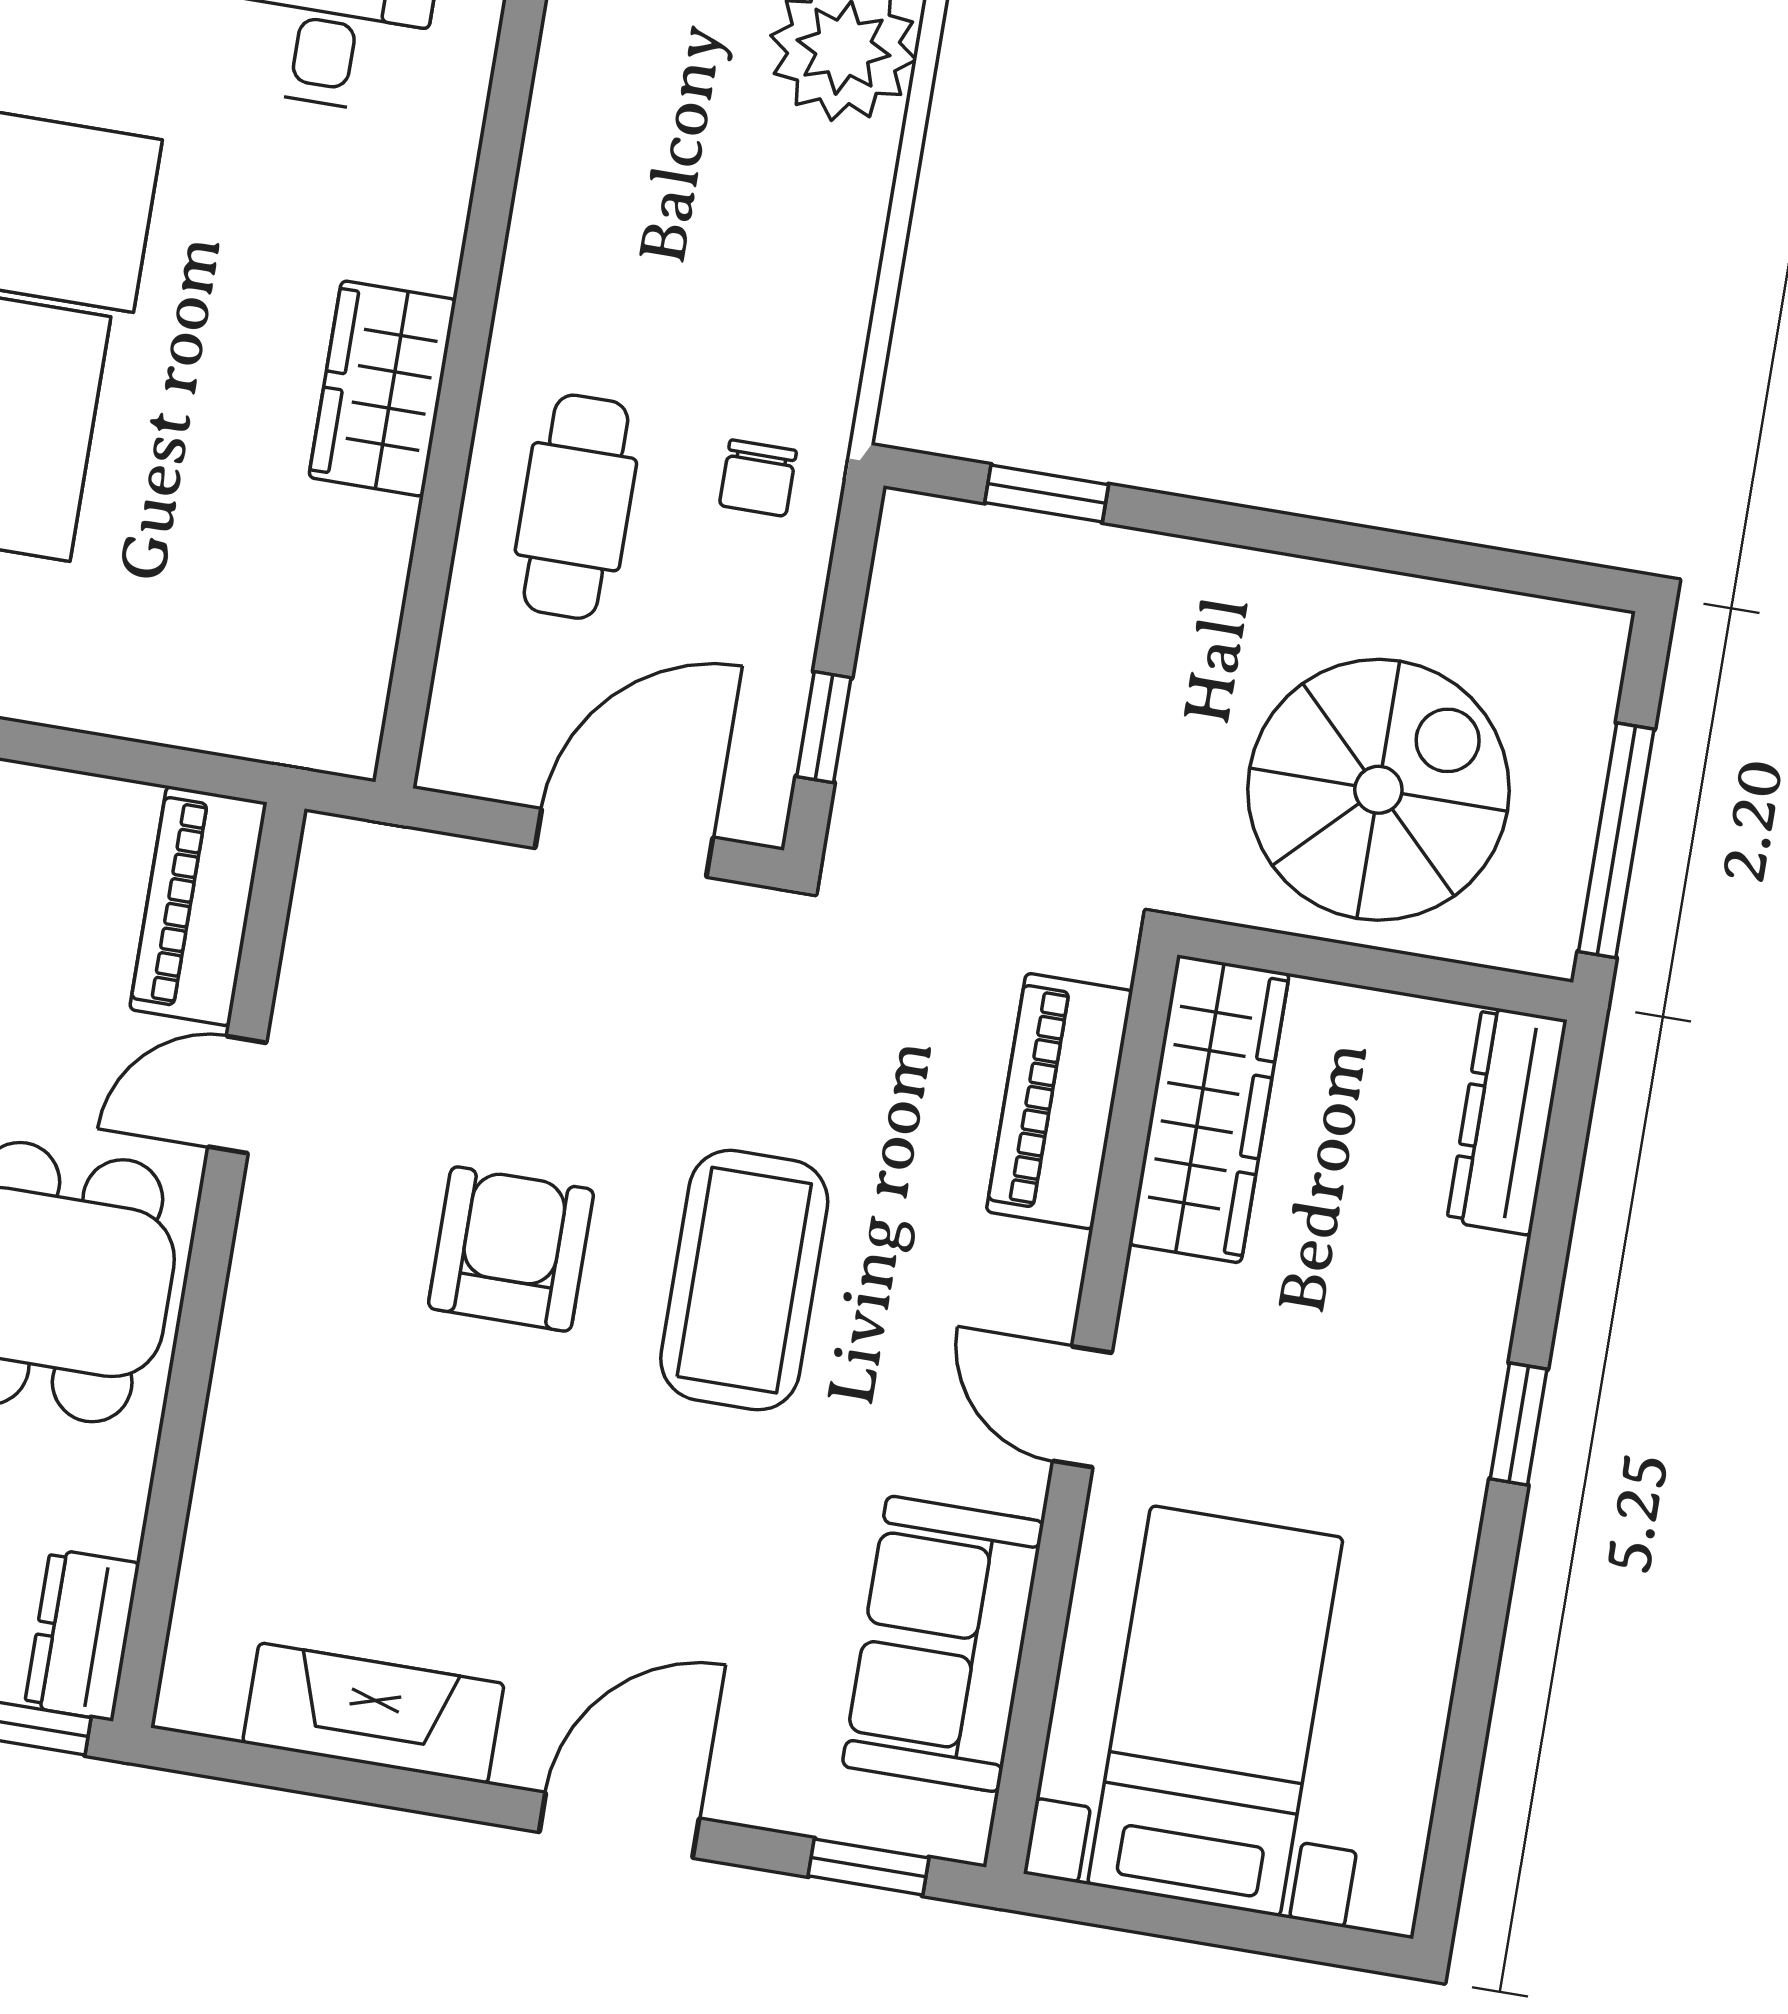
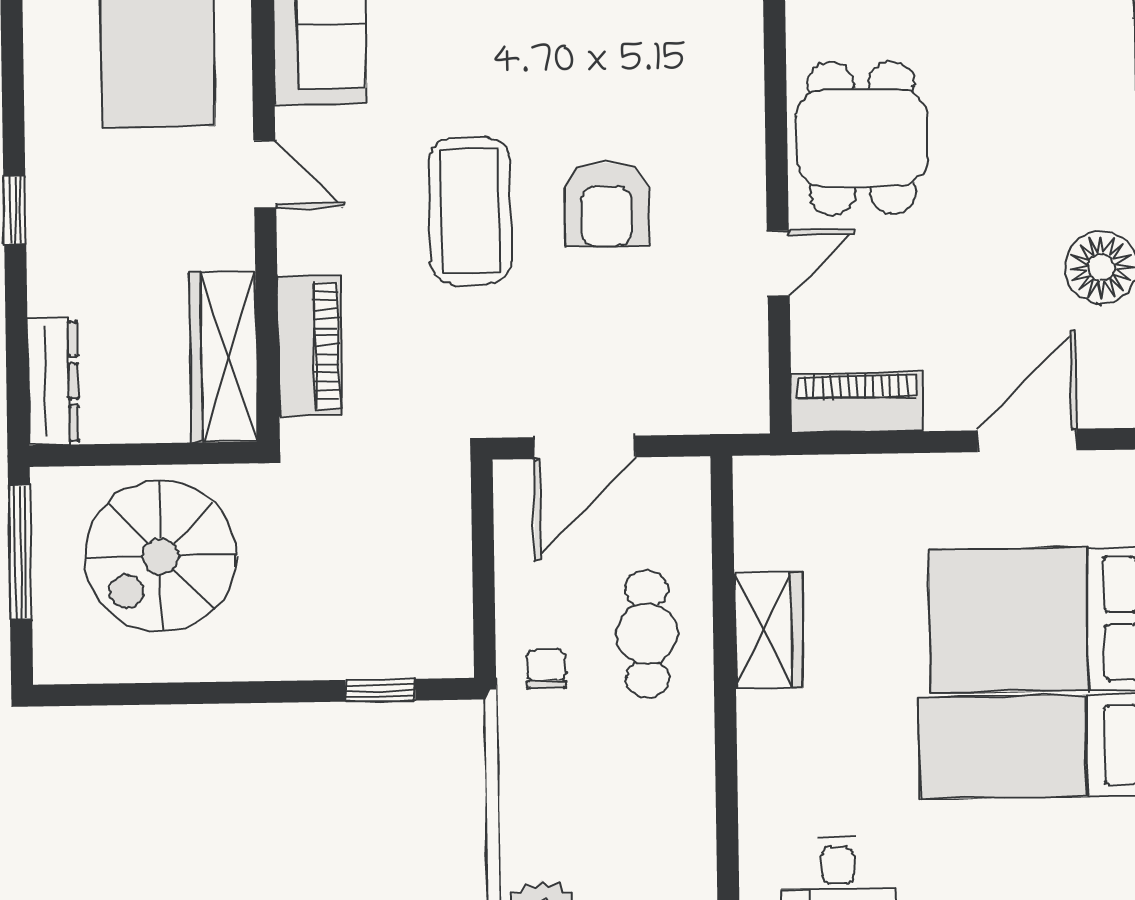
wardrobe: (382, 389) -> (769, 630), moved
window: (824, 727) -> (483, 534), removed
piano: (198, 906) -> (857, 403), moved, turned -90

